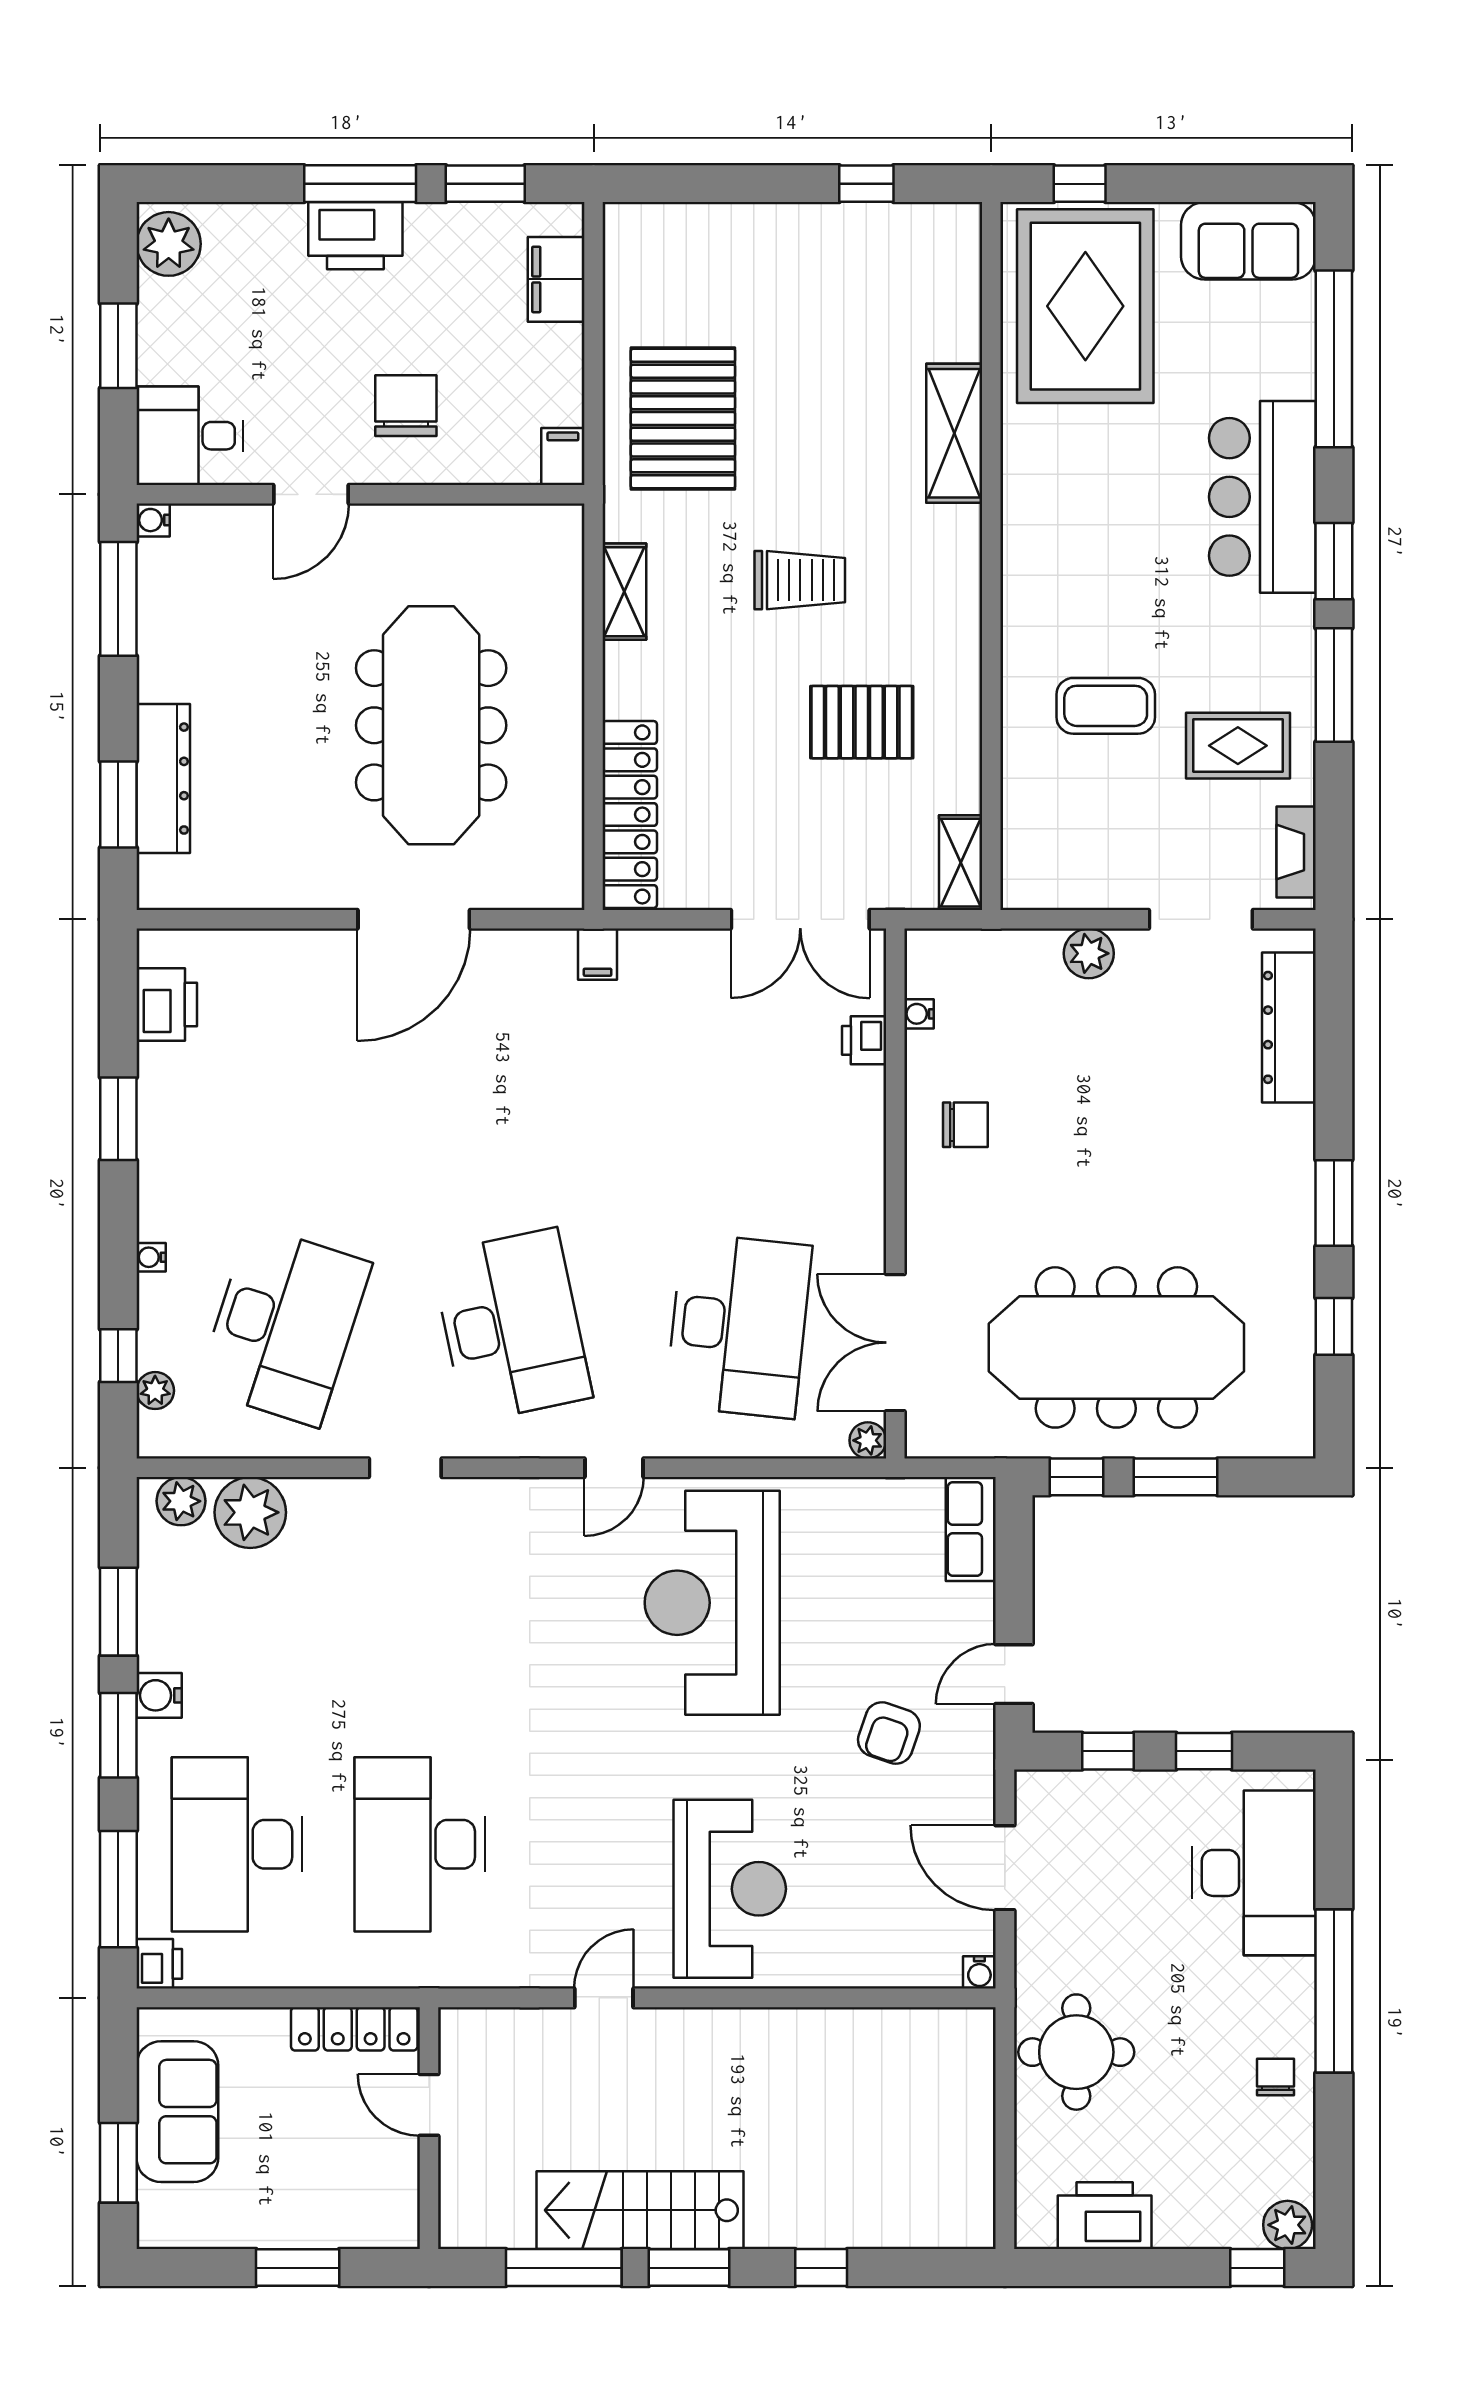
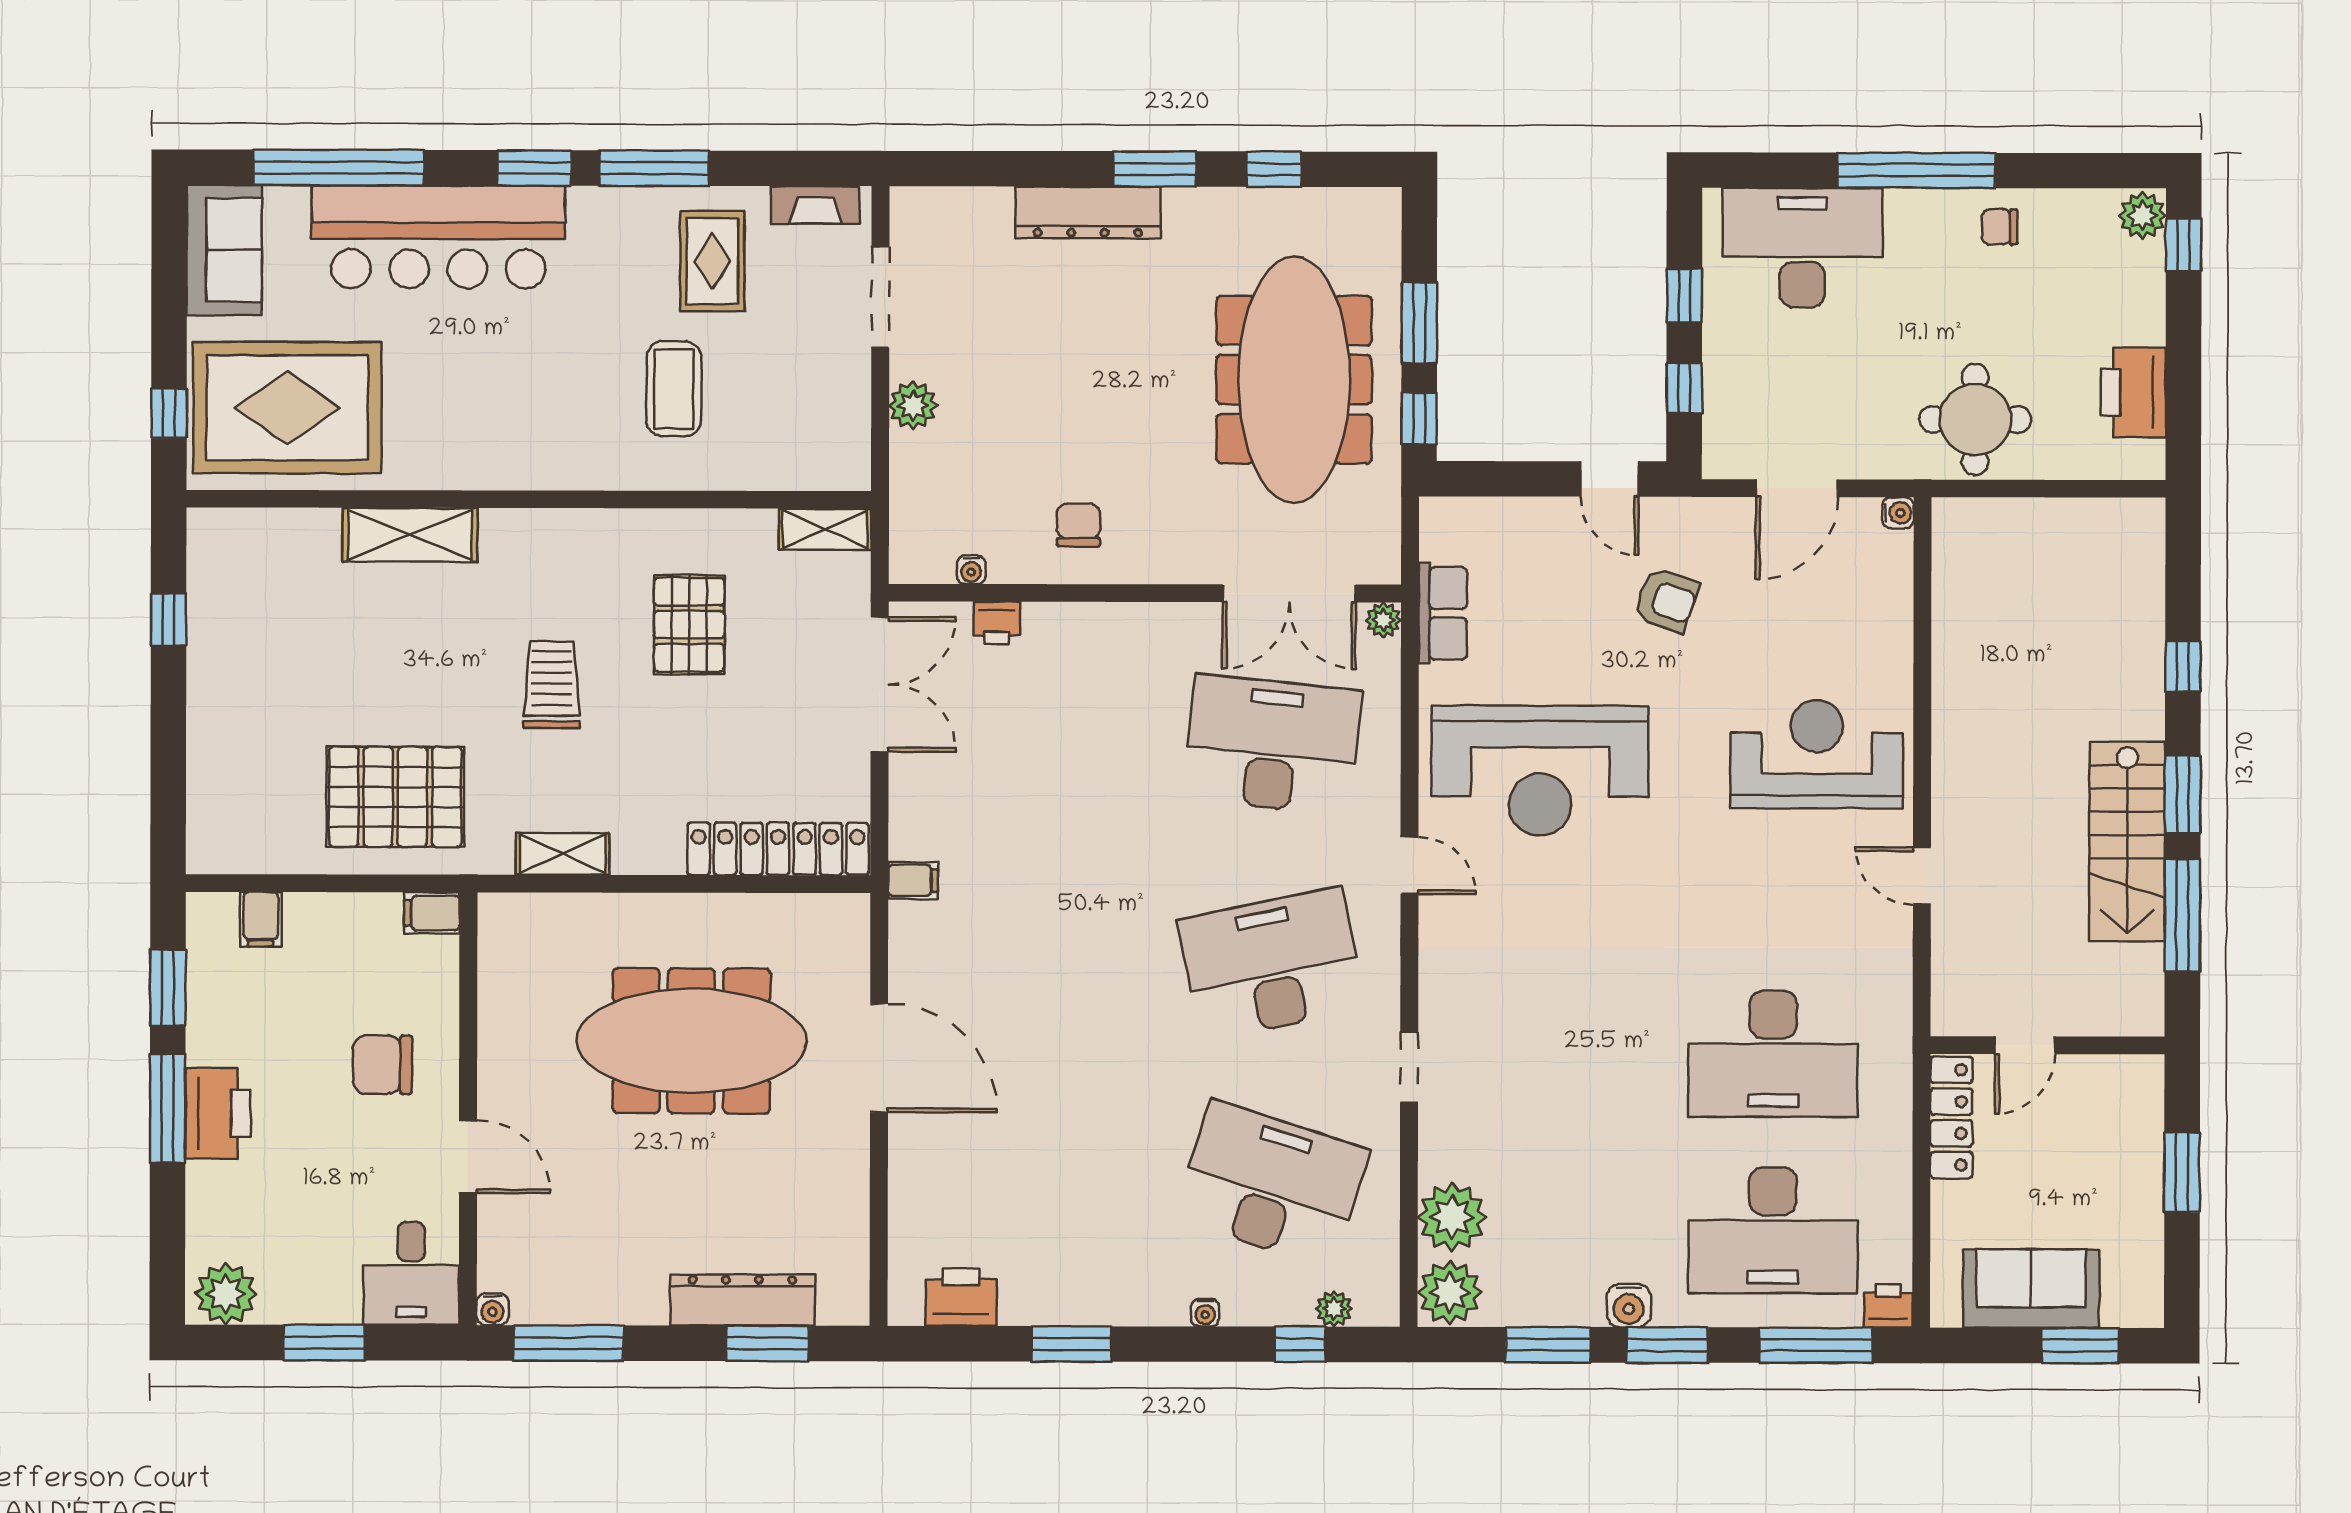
filing cabinet: (556, 279) -> (261, 919), width x0.50
bar counter: (1262, 497) -> (438, 237), width x1.36
dresser: (1289, 1027) -> (1088, 212), moved
plant: (181, 1501) -> (1450, 1293), width x1.36, depth x1.36
row of seats: (971, 1529) -> (1443, 613), moved, turned -90

